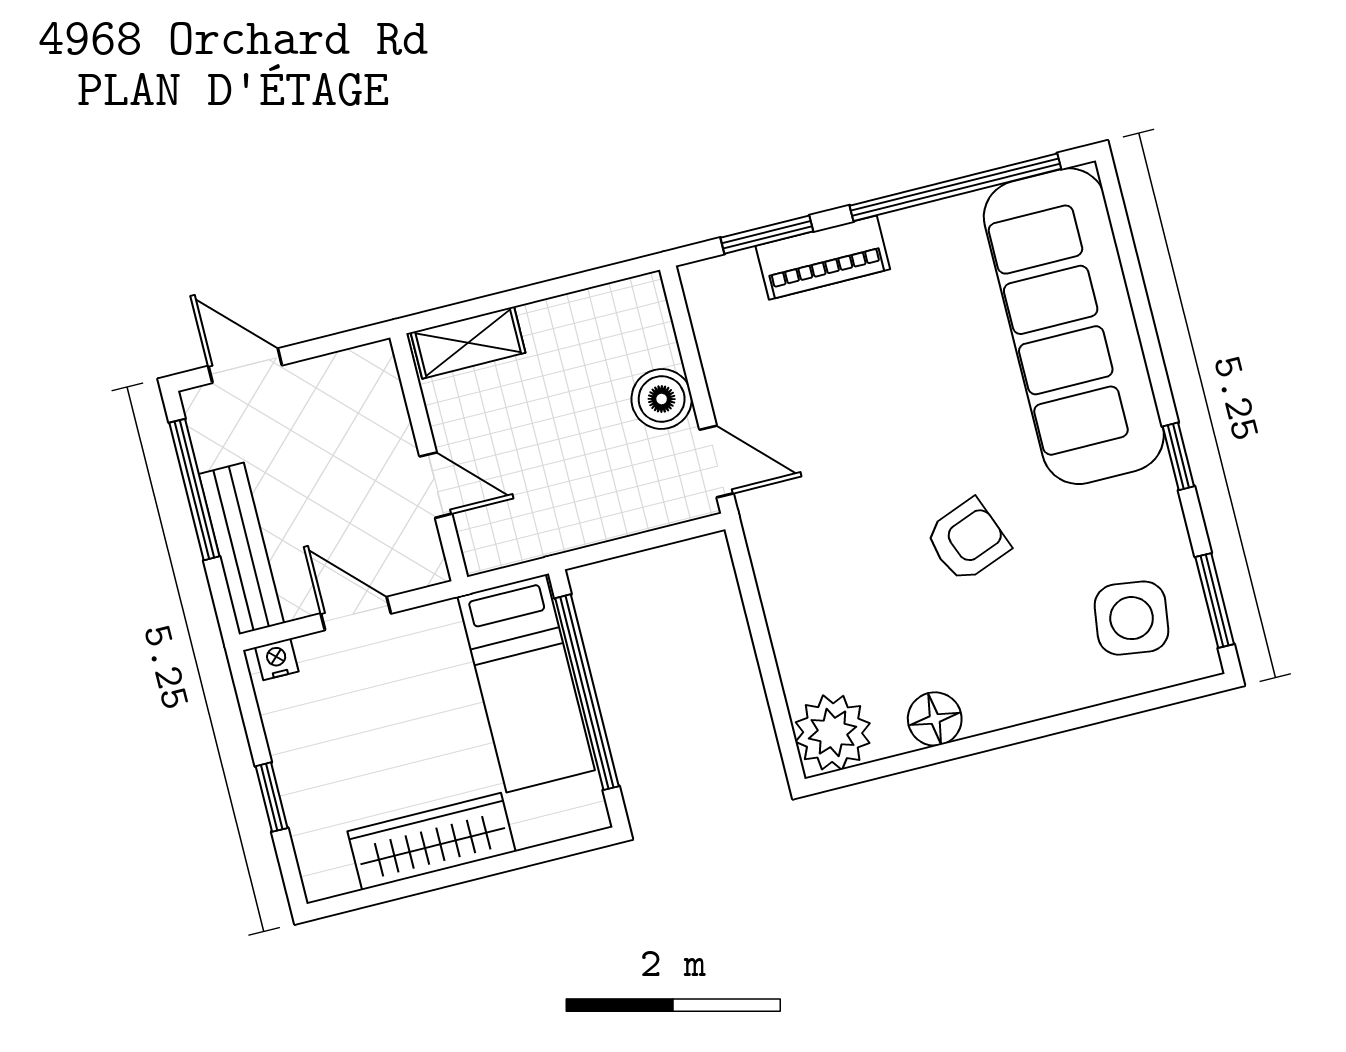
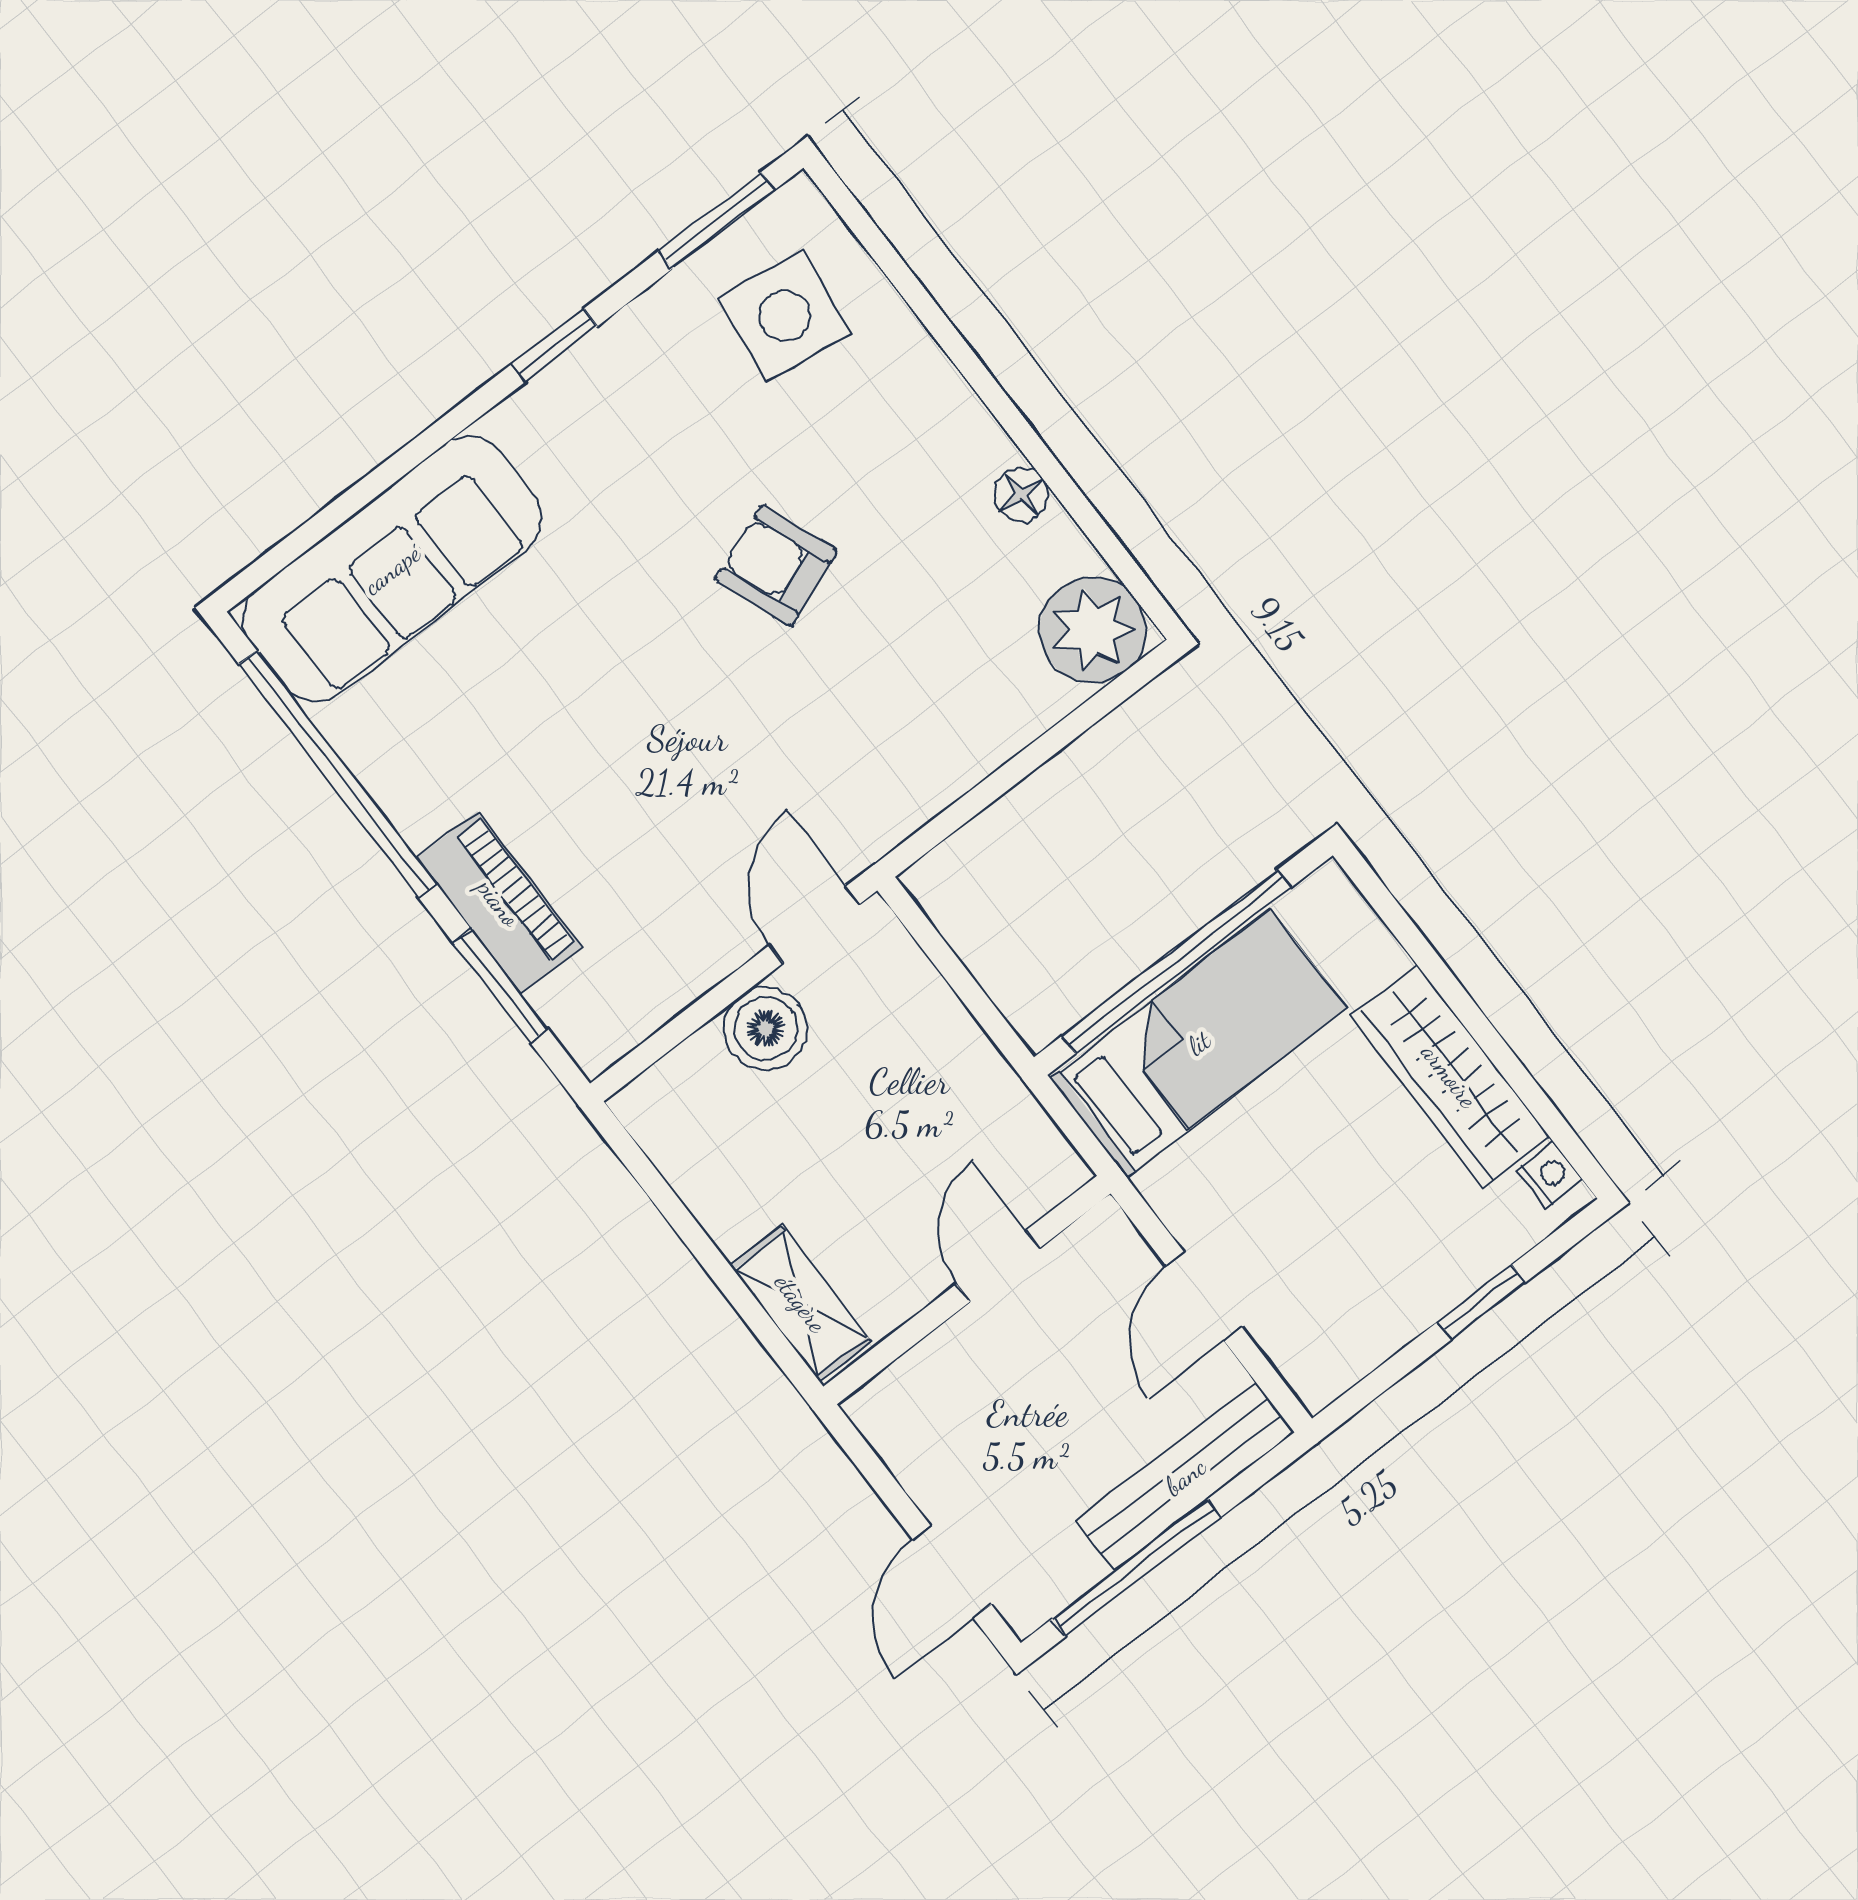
sofa: (1074, 326) -> (392, 569), width x0.74, depth x0.79
nightstand: (277, 659) -> (1550, 1175), moved, turned 180
floor lamp: (935, 719) -> (1021, 495), width x0.73, depth x0.73

